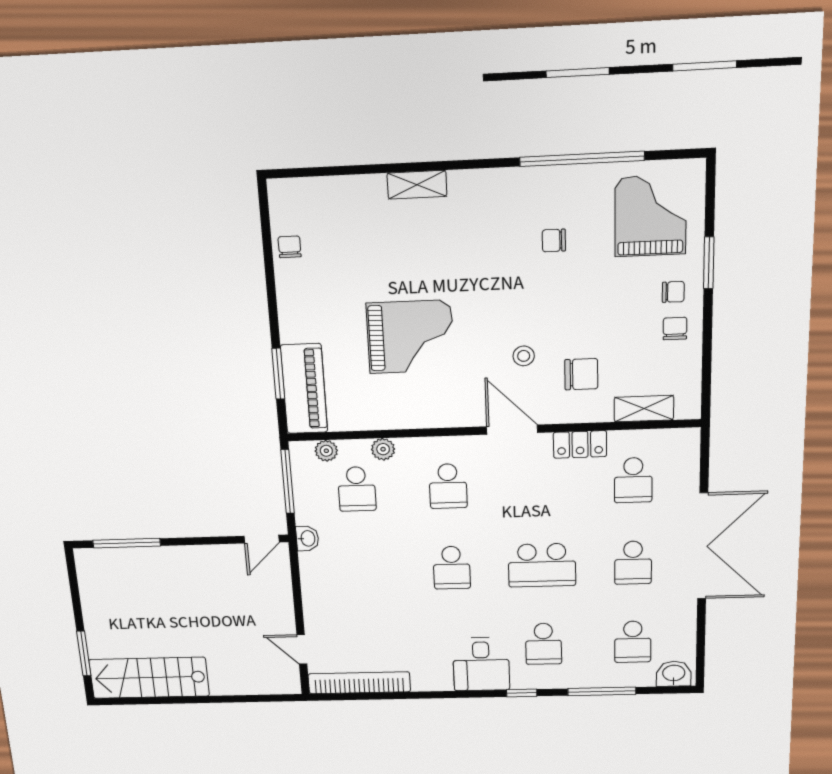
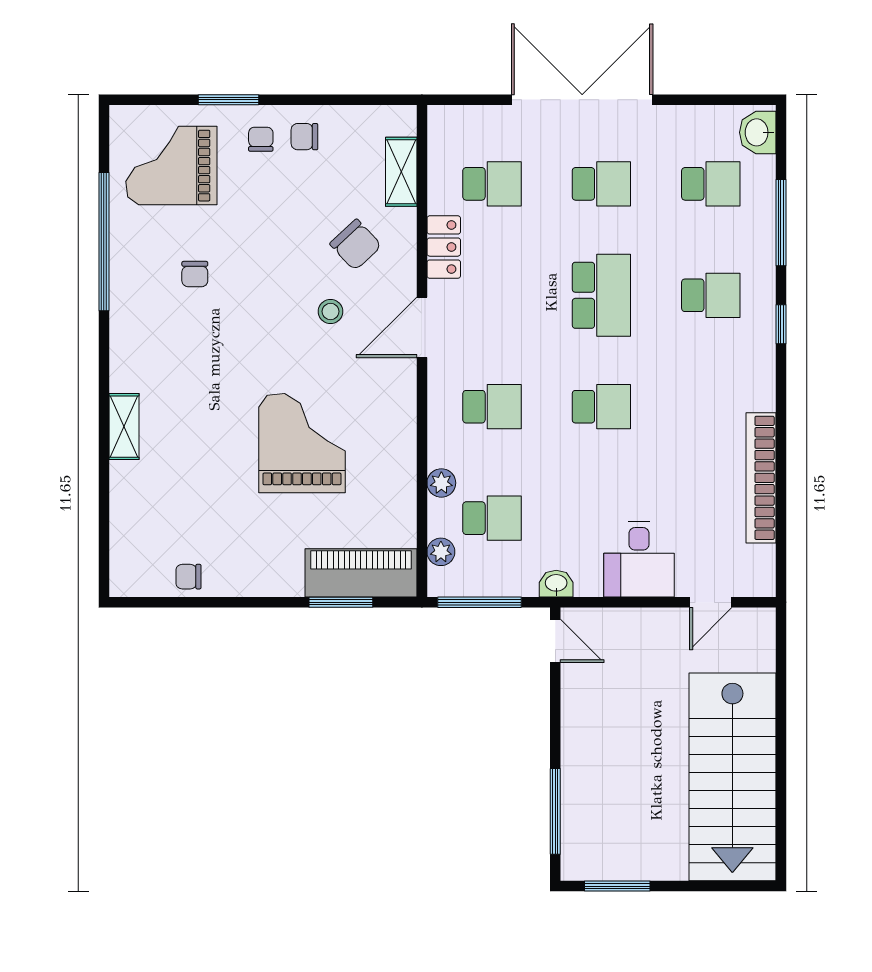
chair: (581, 374) -> (356, 245), turned 137
window: (84, 654) -> (617, 886), moved
desk: (481, 664) -> (639, 559), moved, turned 90
stairs: (149, 678) -> (732, 777), width x1.36, depth x1.51
bookcase: (359, 683) -> (761, 478), moved

